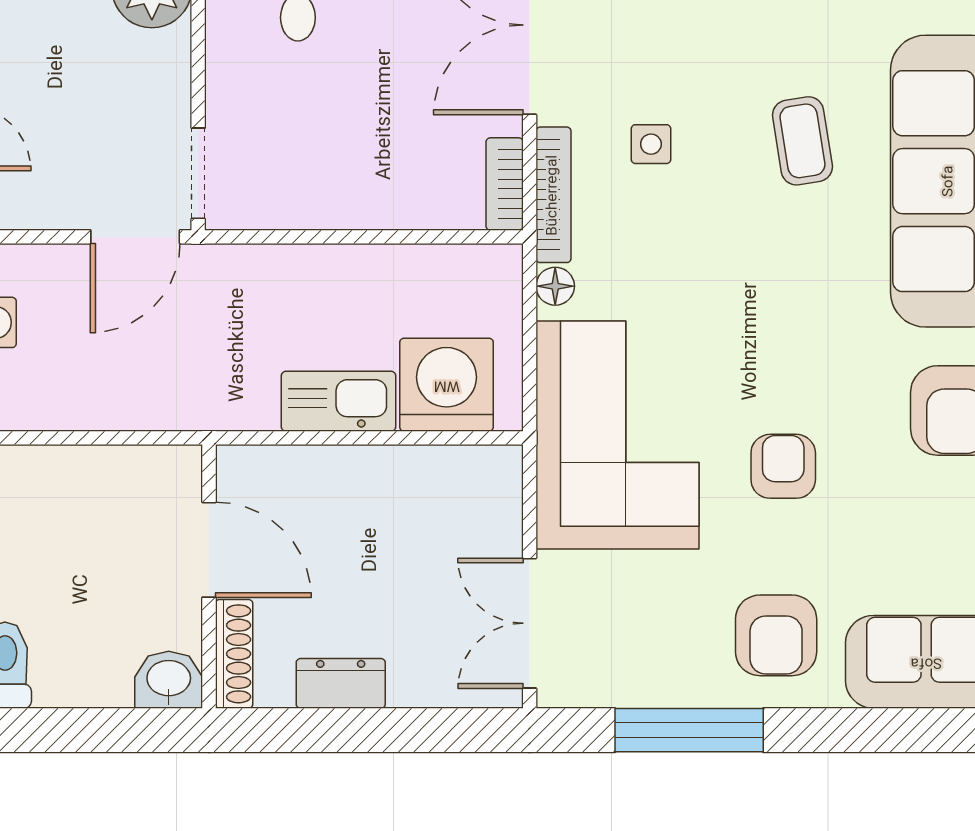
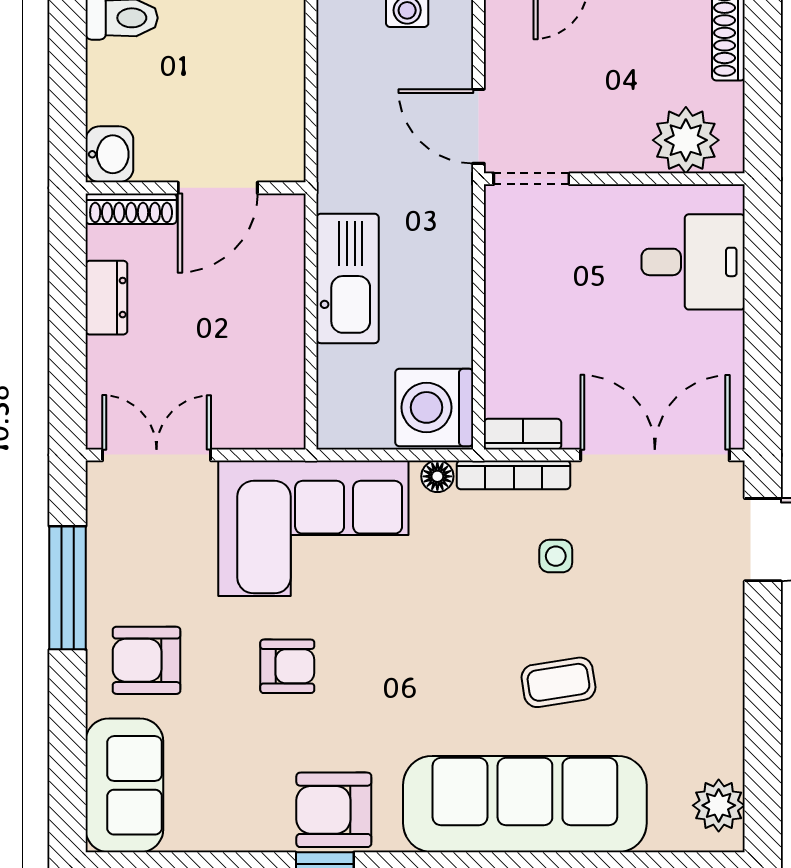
washing machine: (447, 385) -> (434, 407), moved, turned 180
kitchen sink: (339, 401) -> (348, 278), width x1.36, depth x1.24

